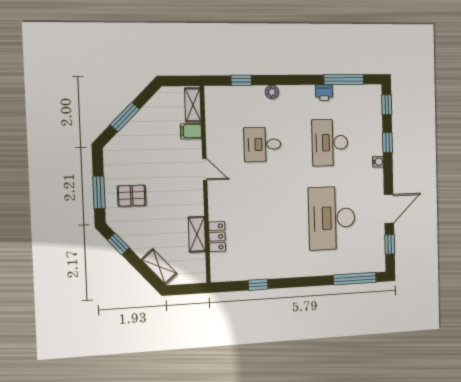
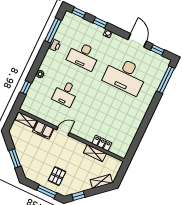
filing cabinet: (191, 131) -> (43, 130), width x2.00
window: (258, 285) -> (140, 135), removed

